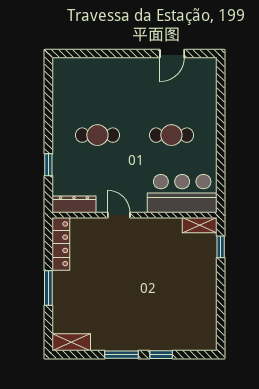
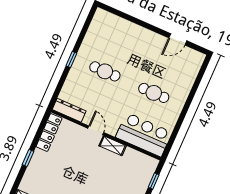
window: (48, 165) -> (71, 60), moved
shelving: (200, 225) -> (113, 146), moved
window: (48, 288) -> (28, 158), width x0.67

